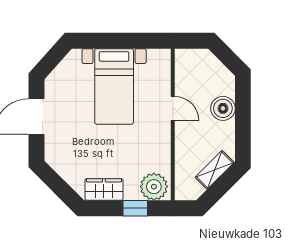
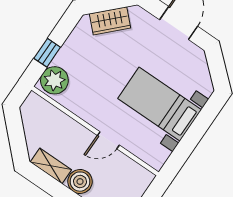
shelving: (215, 170) -> (51, 166), moved, turned -45
wardrobe: (104, 189) -> (110, 21), moved, turned 45

